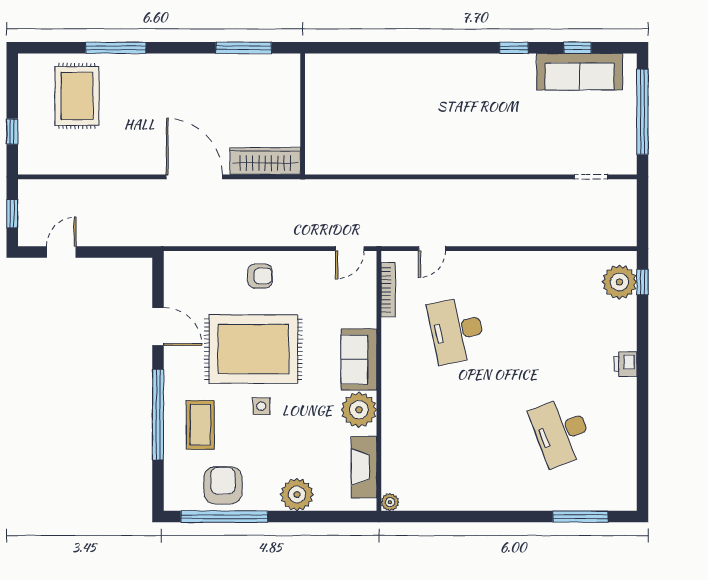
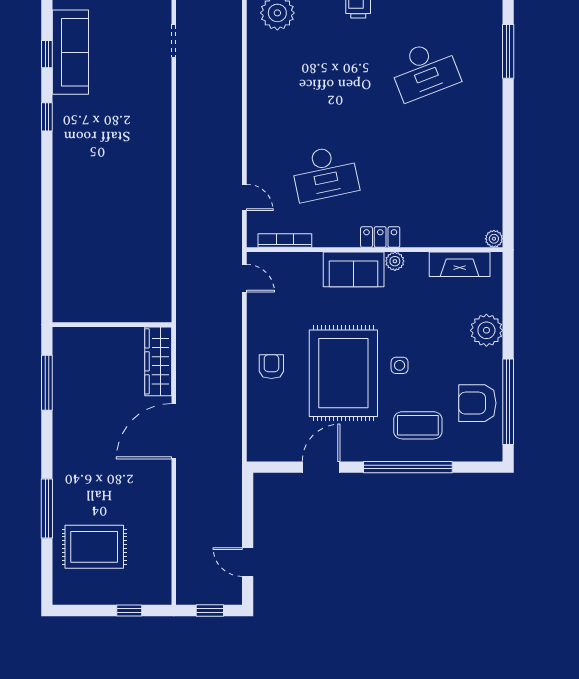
locker: (392, 387) -> (380, 237), added
plant: (359, 410) -> (395, 261), width x0.53, depth x0.53

